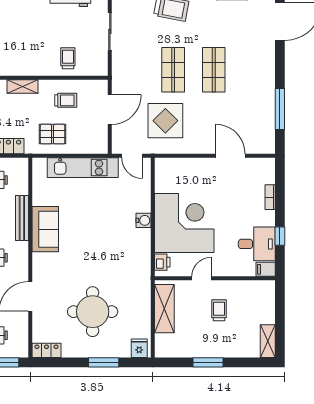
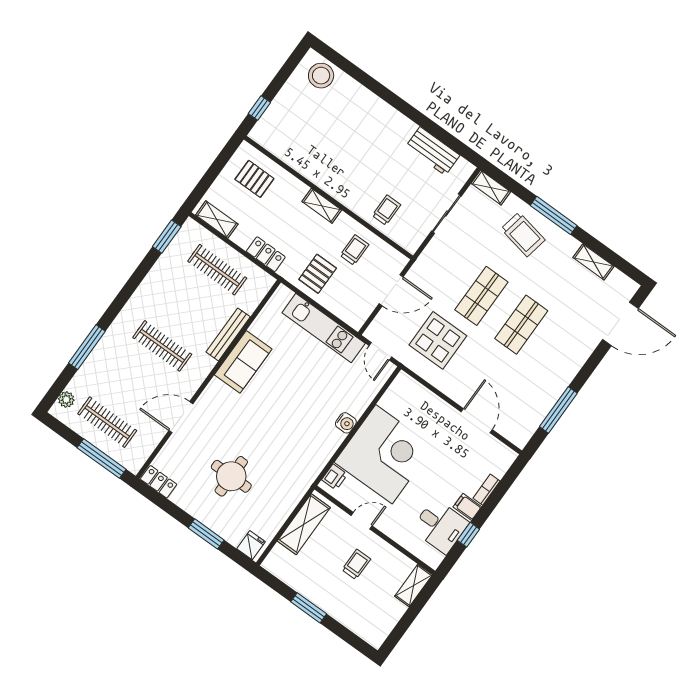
trolley: (66, 100) -> (354, 250), turned -90
pallet: (53, 134) -> (318, 274), turned 90
filing cabinet: (266, 269) -> (467, 507), moved
round table: (93, 312) -> (231, 476), width x0.73, depth x0.73
shelving: (268, 341) -> (414, 586), moved

